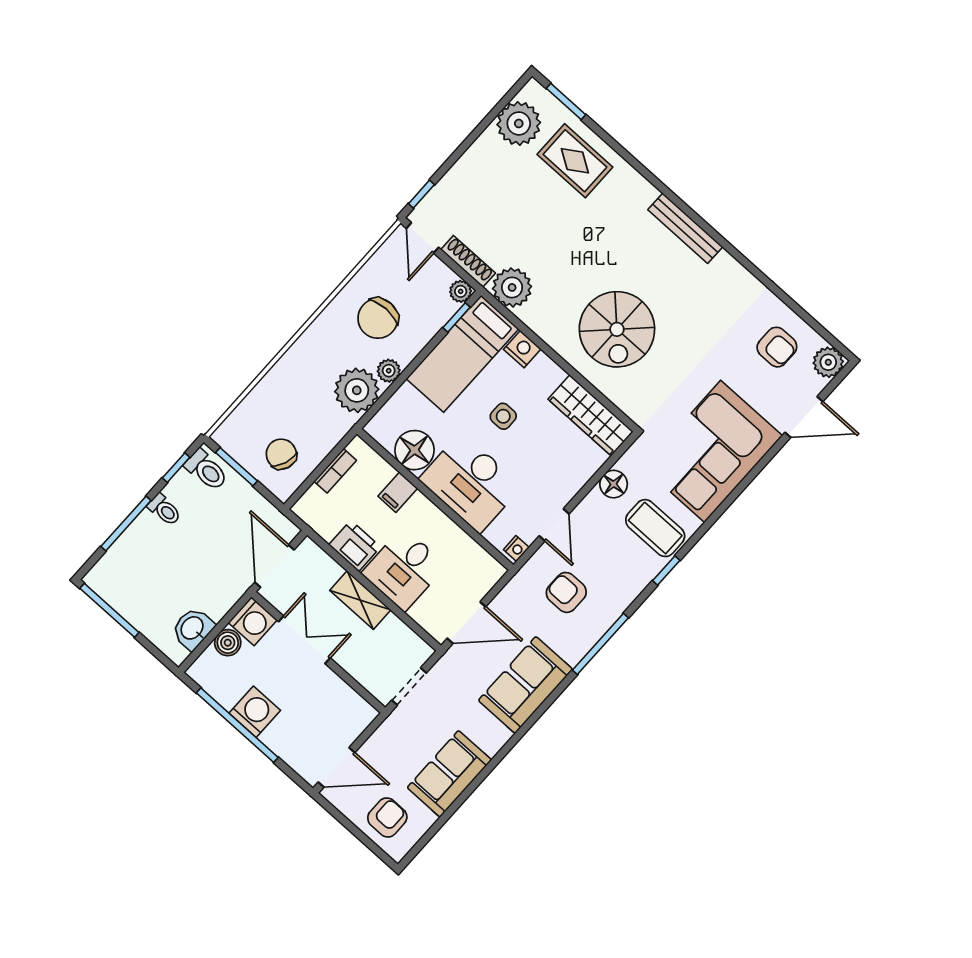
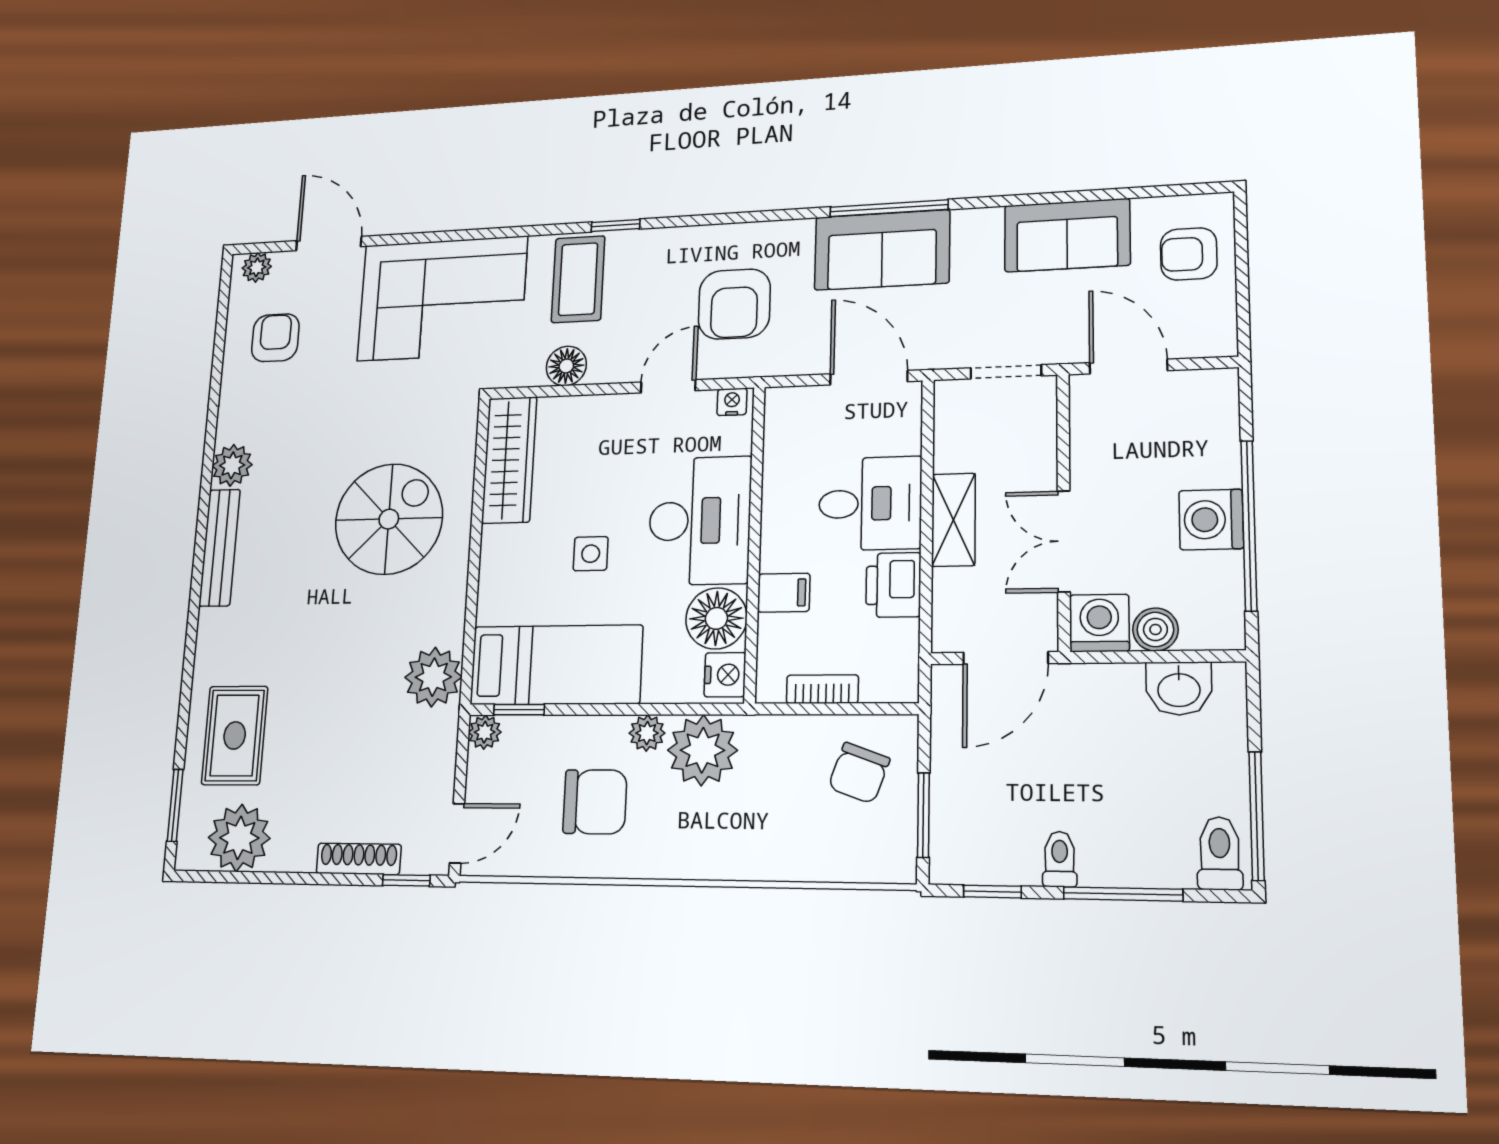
shoe rack: (468, 261) -> (359, 859), moved, turned 90
plant: (726, 269) -> (232, 465), added
nightstand: (522, 349) -> (725, 675), moved, turned 180
plant: (828, 362) -> (257, 267), width x0.73, depth x0.73
toilet: (206, 470) -> (1220, 853), moved
armchair: (566, 592) -> (734, 304), width x1.38, depth x1.38
window: (600, 644) -> (889, 208), moved
door: (337, 767) -> (1128, 367), moved

